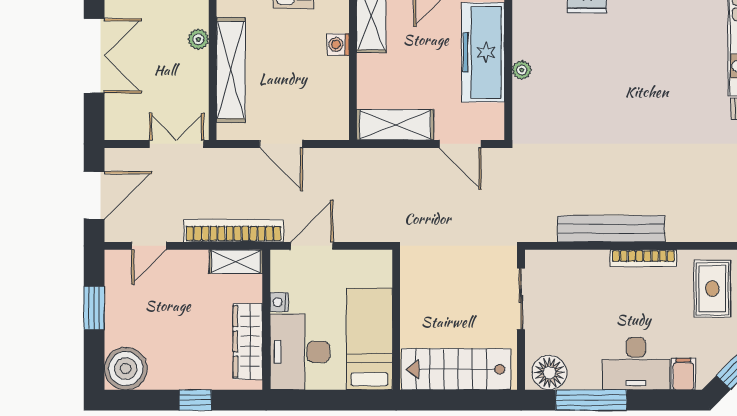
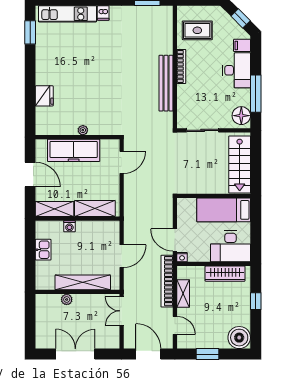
shelving: (395, 125) -> (95, 209), moved, turned 90
shelving: (236, 262) -> (183, 293), moved
nightstand: (279, 302) -> (182, 257), moved

